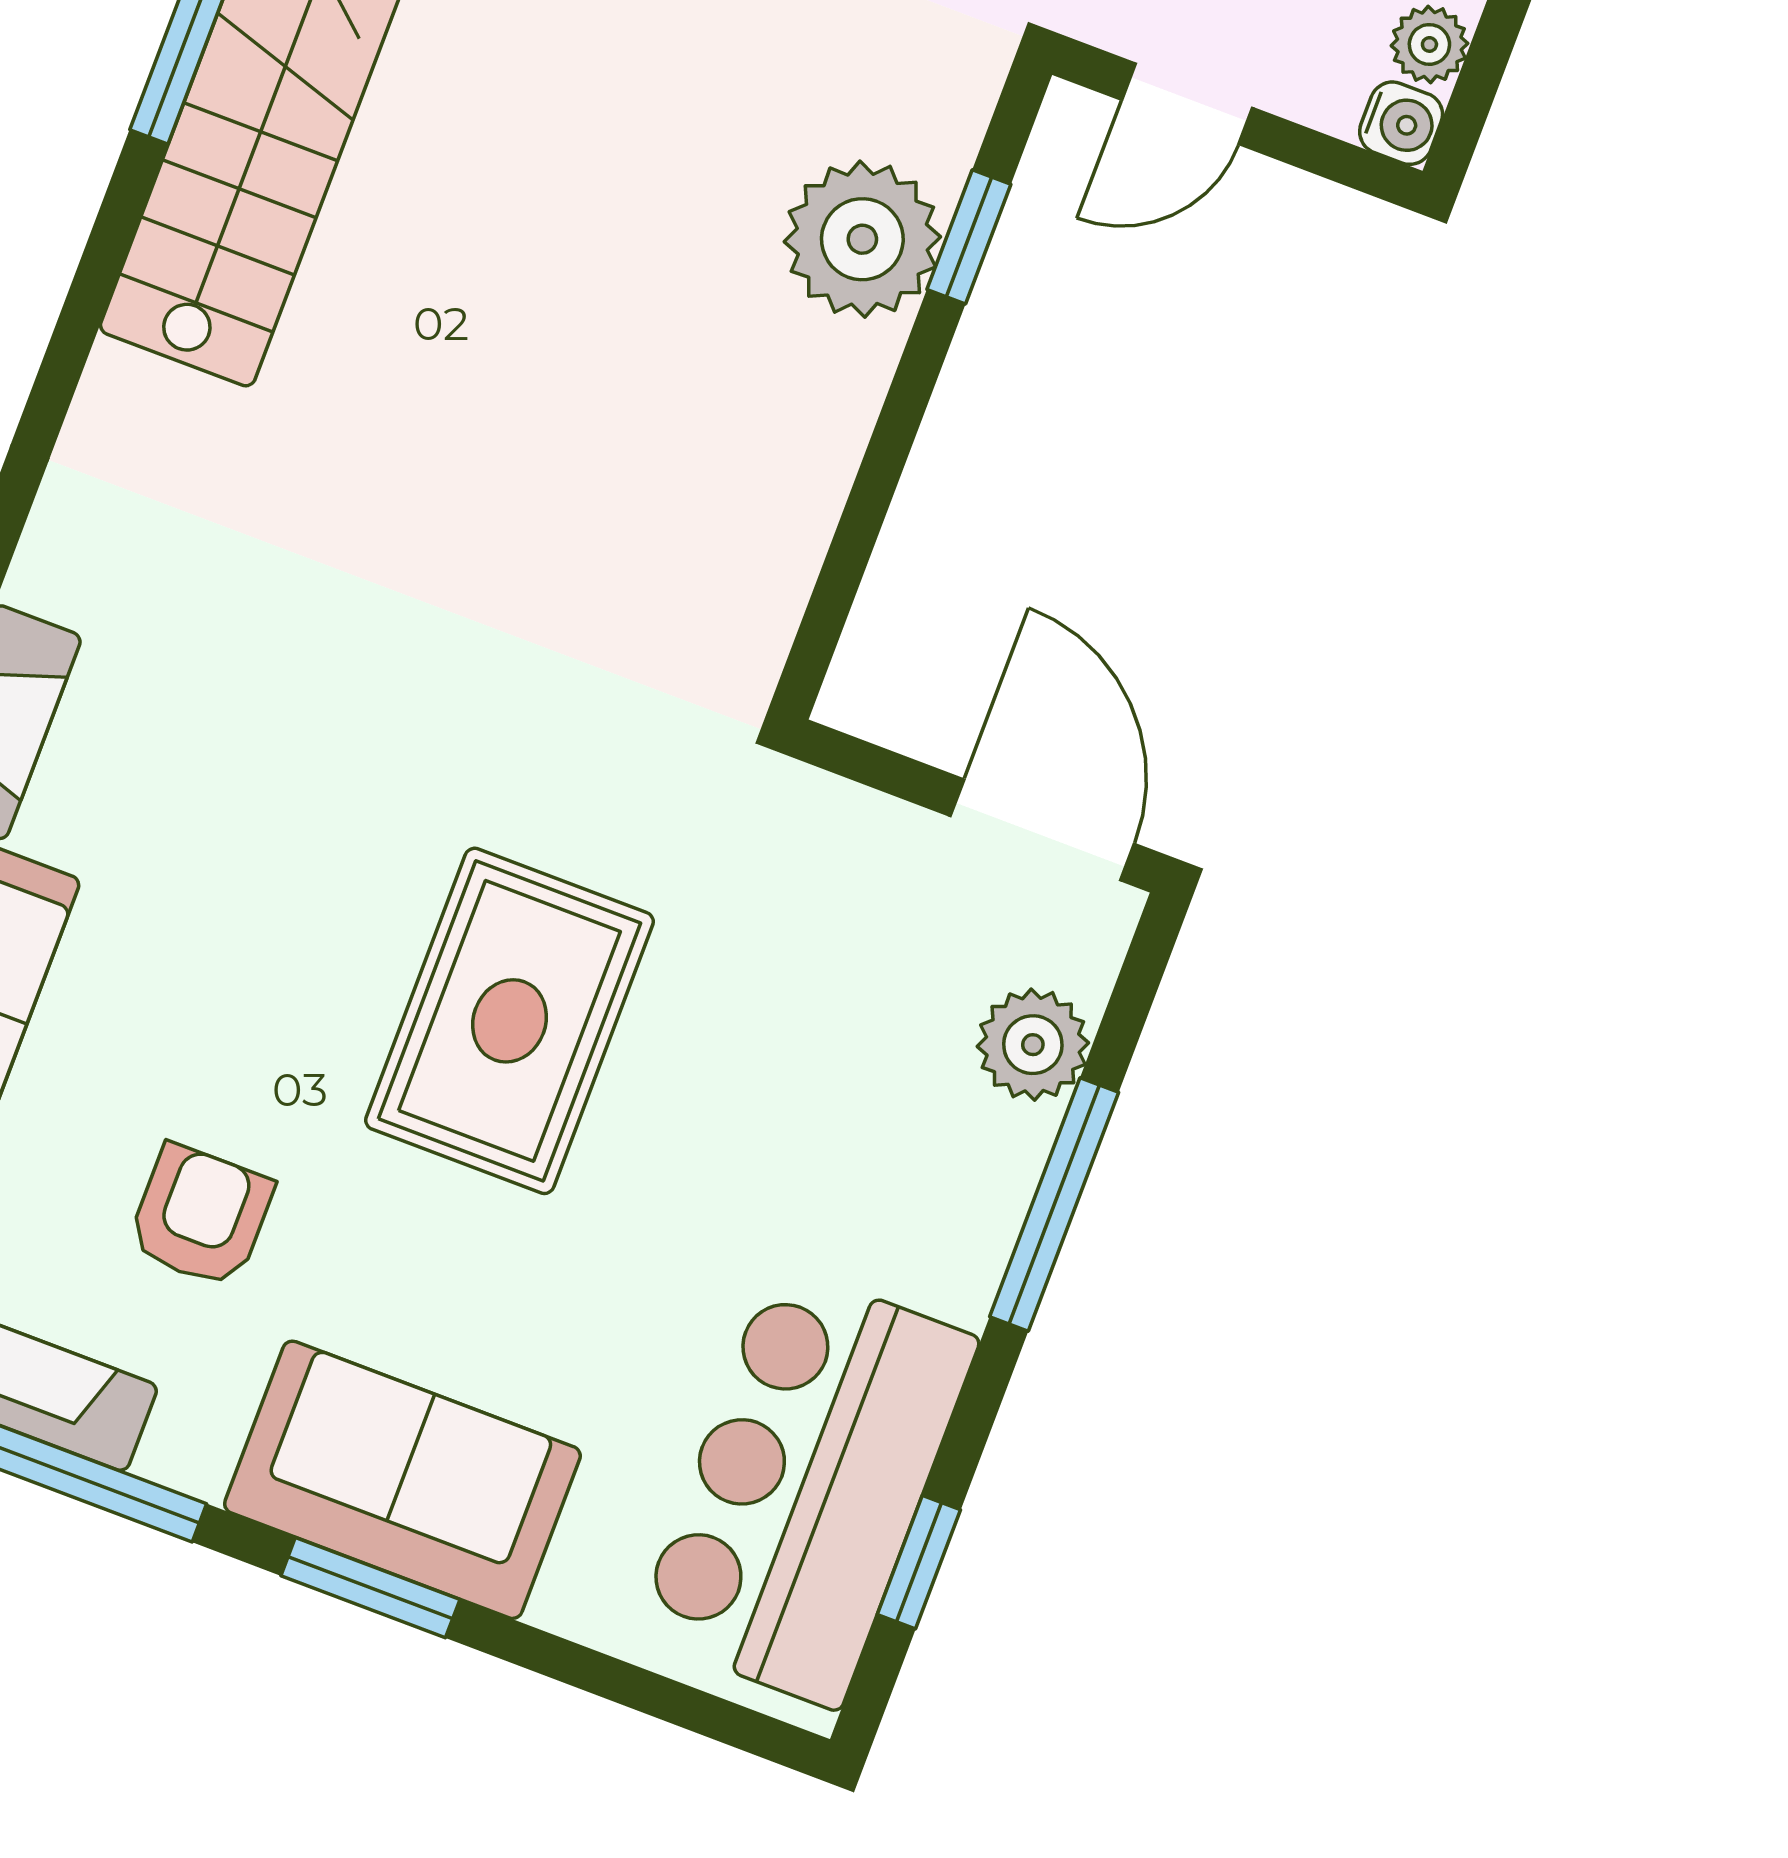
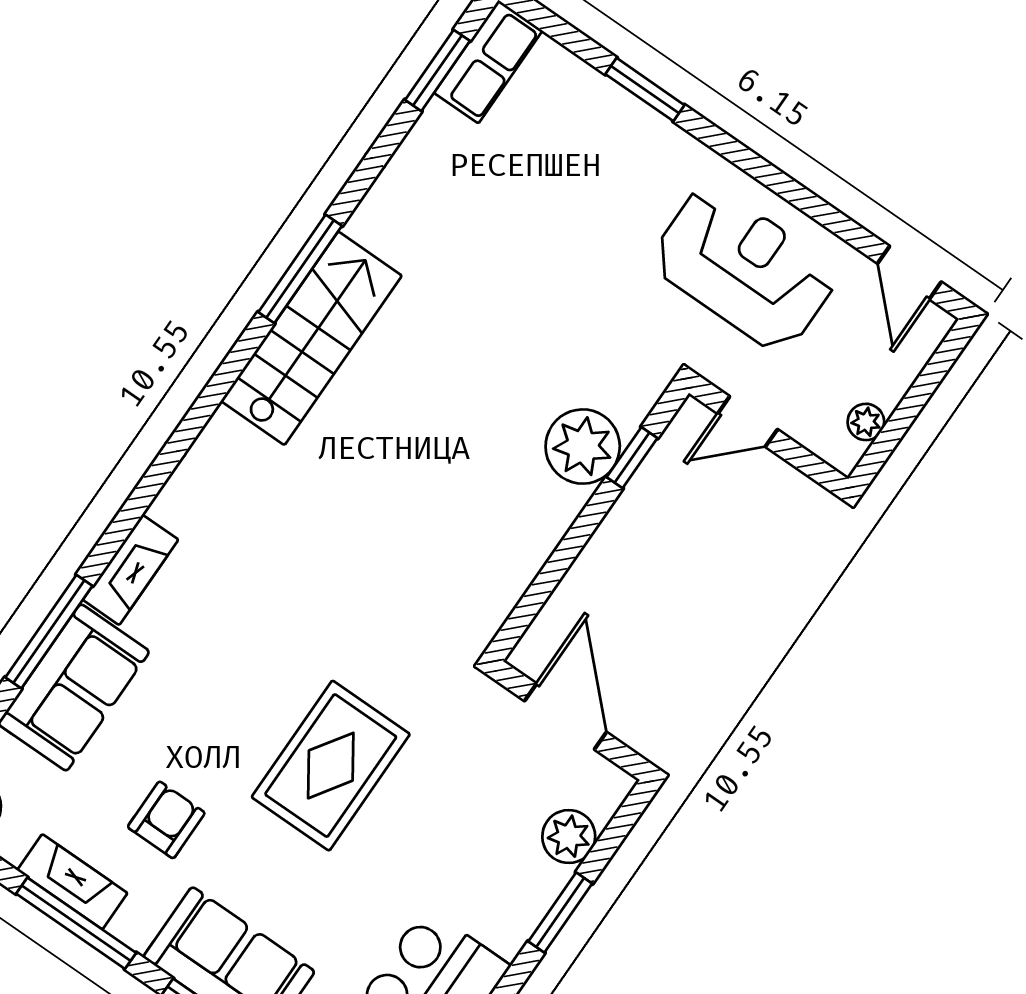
water cooler: (1401, 123) -> (844, 455), removed
door: (1042, 830) -> (565, 717), moved
window: (1054, 1205) -> (560, 912), width x0.69

